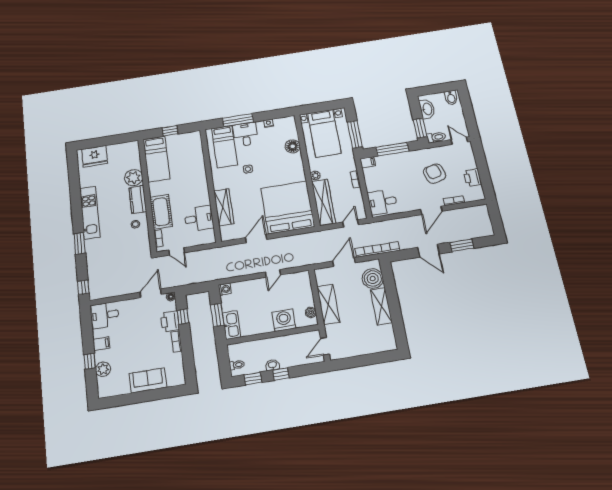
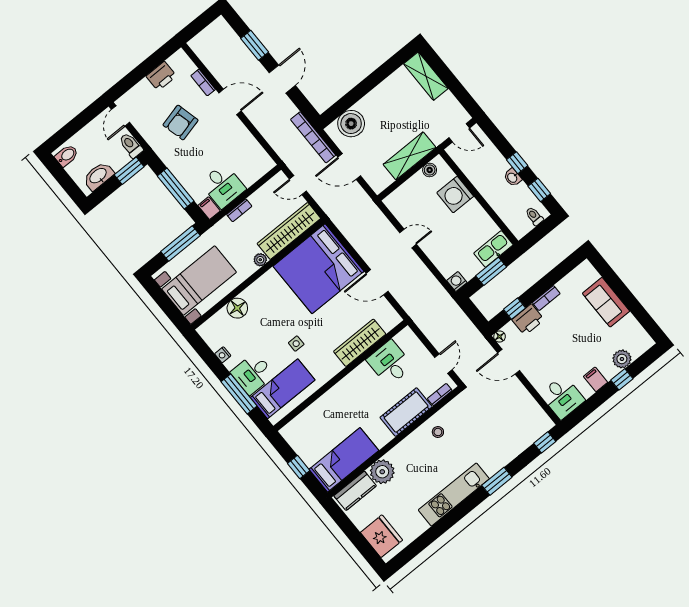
kitchen counter: (138, 199) -> (355, 491), moved
desk: (383, 202) -> (223, 186), moved
shelving: (381, 306) -> (426, 76), moved, turned 90

